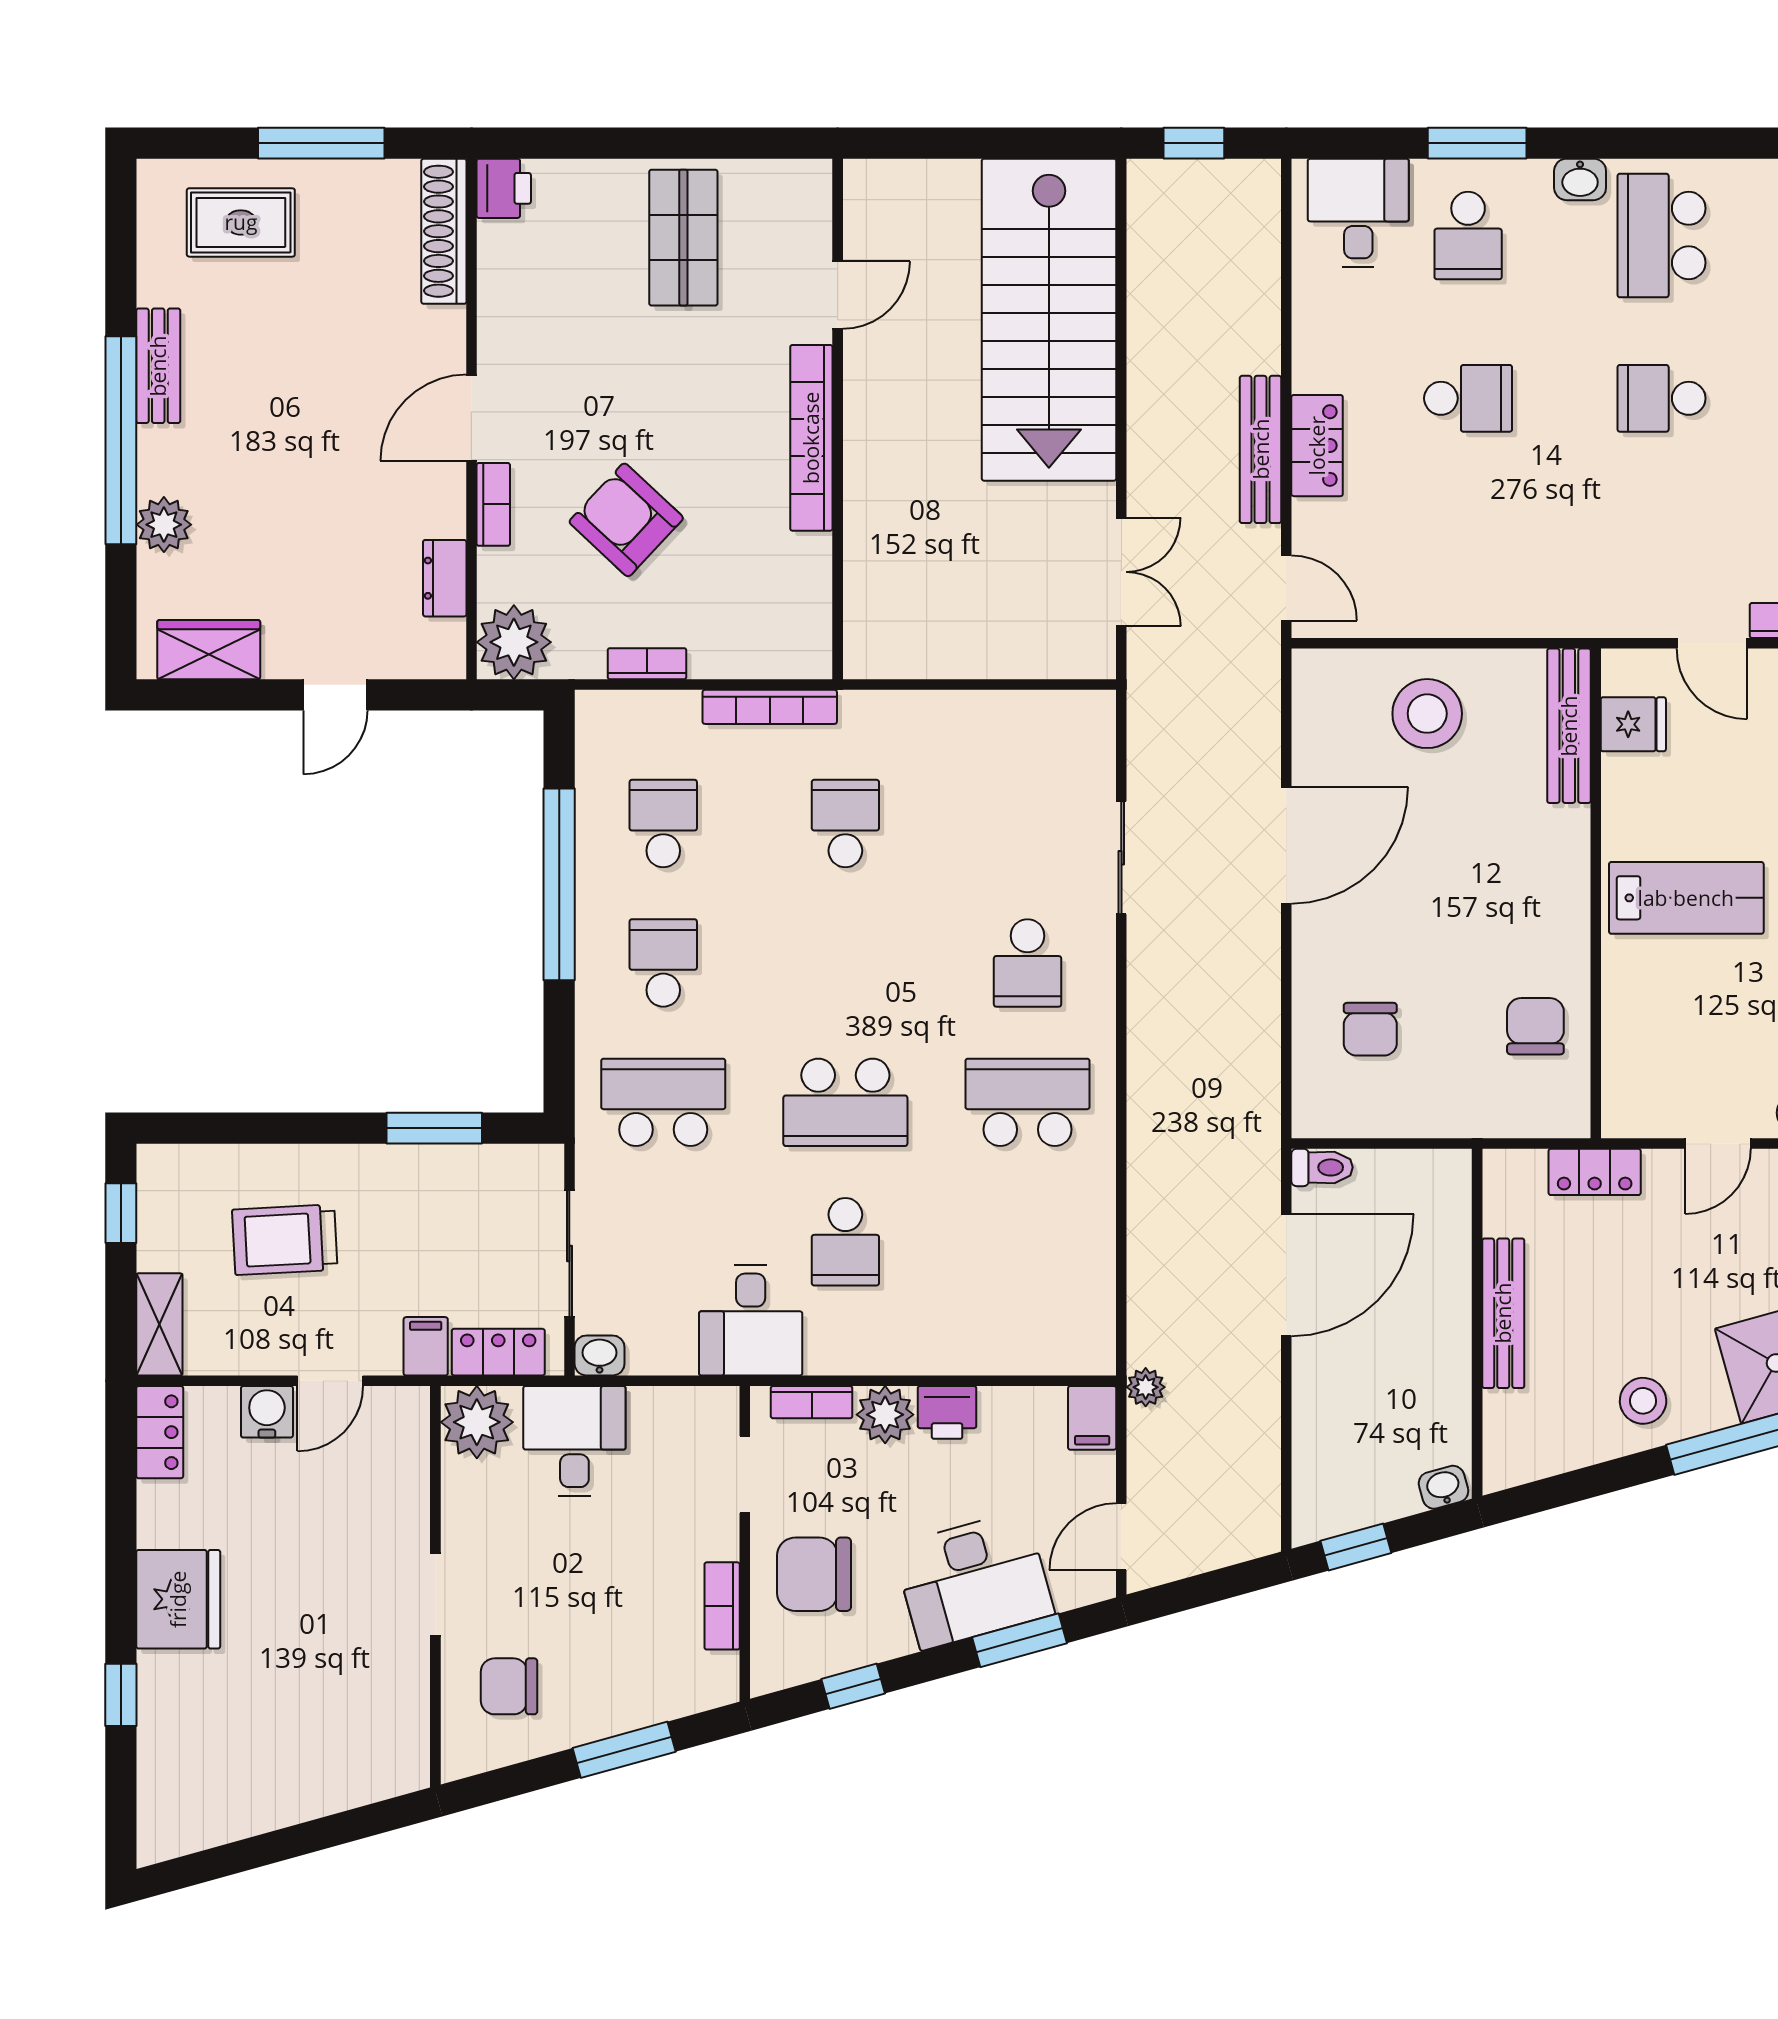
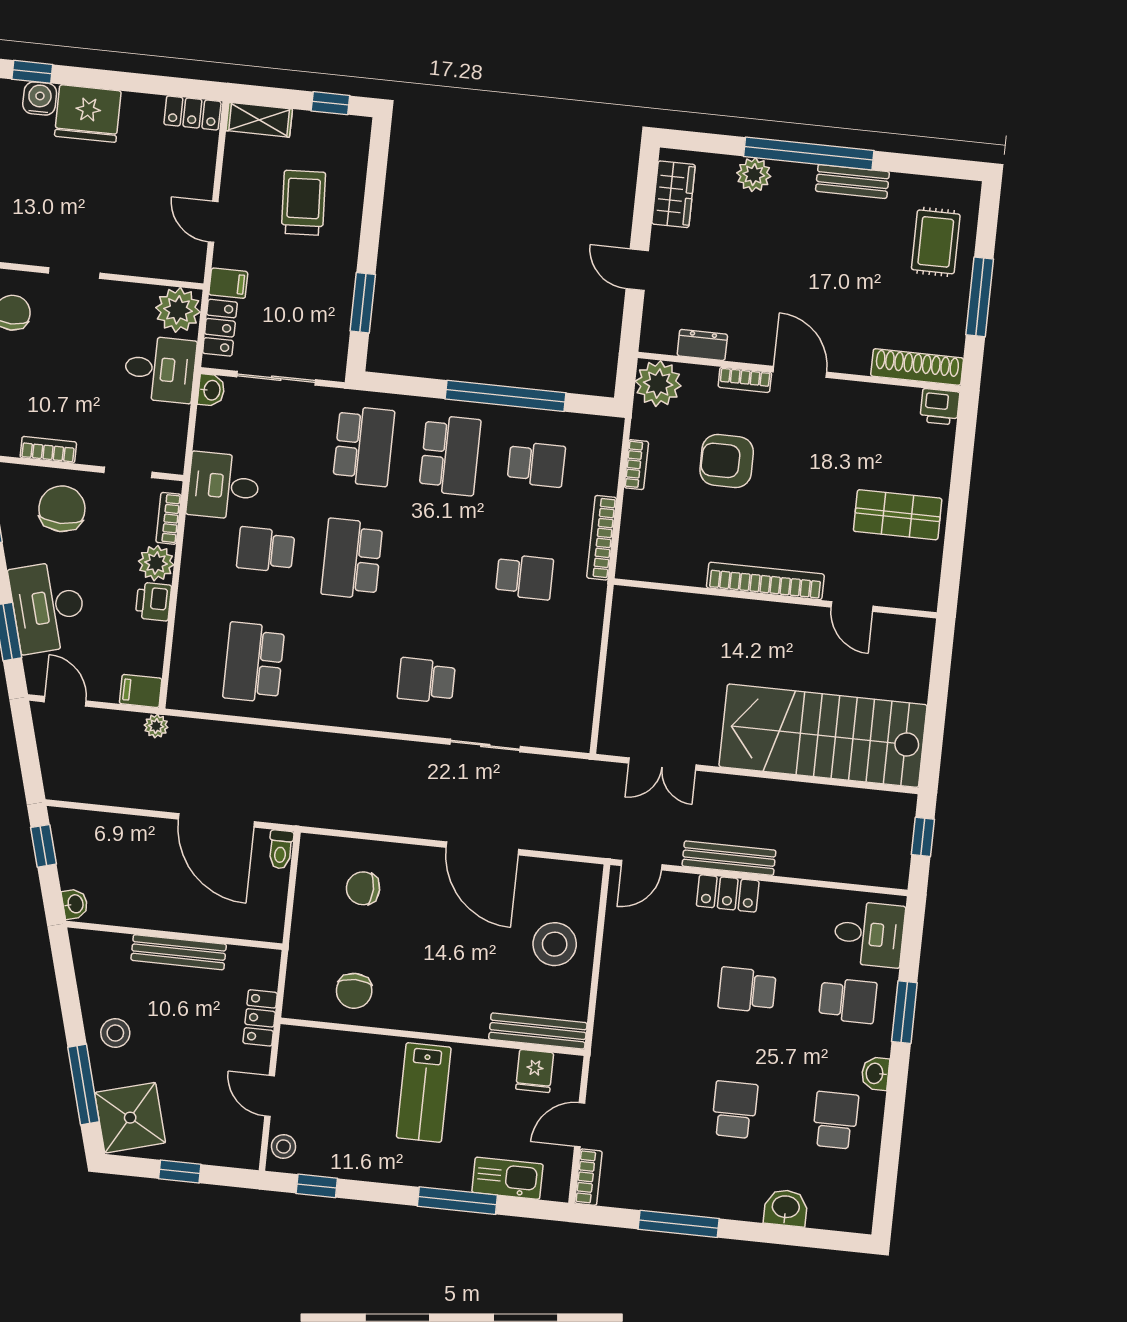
school desk: (1468, 236) -> (848, 1001), turned 180
school desk: (1661, 236) -> (835, 1120), width x0.54
school desk: (1468, 398) -> (747, 990), turned 90
armchair: (626, 520) -> (727, 461), turned -133
school desk: (663, 963) -> (450, 455), width x1.85
chair: (1535, 1026) -> (354, 991), turned 90
school desk: (1028, 1102) -> (254, 662), moved, turned 180
water cooler: (267, 1412) -> (40, 99), moved, turned -90

